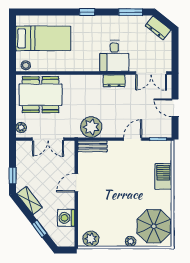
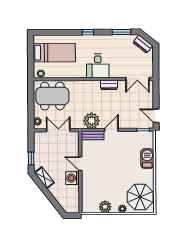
desk: (114, 56) -> (98, 66), moved
door: (175, 108) -> (156, 116), moved
double door: (48, 139) -> (58, 130), swing flipped
door: (133, 139) -> (111, 130), moved
door: (76, 183) -> (80, 164), hinge flipped
washing machine: (66, 218) -> (73, 178), moved
window: (39, 229) -> (52, 199), removed
plant: (91, 239) -> (105, 207), moved

